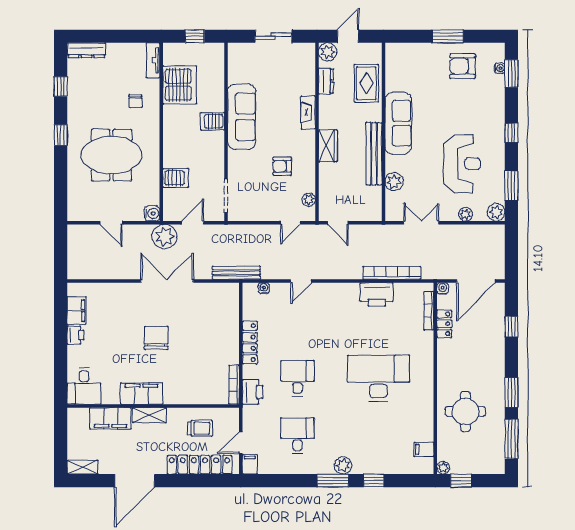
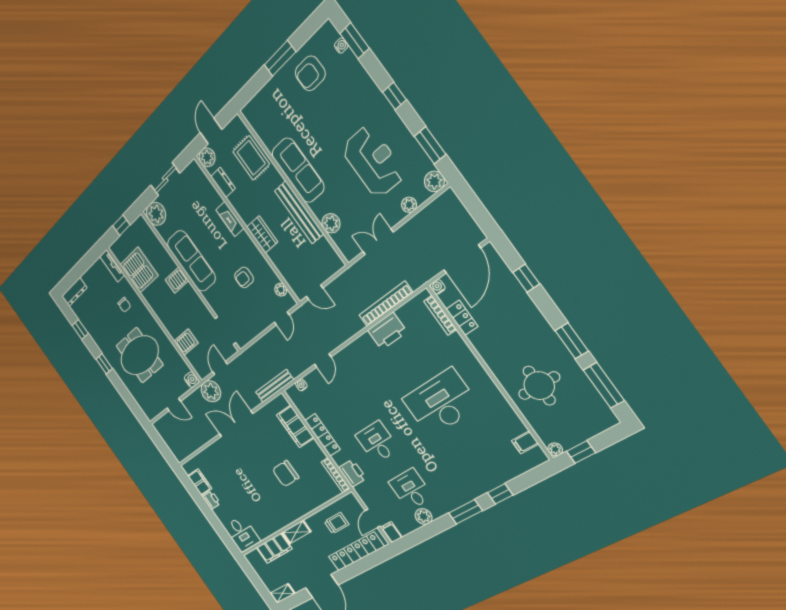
plant: (240, 55) -> (156, 214), added
chair: (156, 338) -> (286, 474), moved, turned -90
filing cabinet: (141, 393) -> (295, 426), moved, turned -90
plant: (343, 465) -> (424, 517), moved

